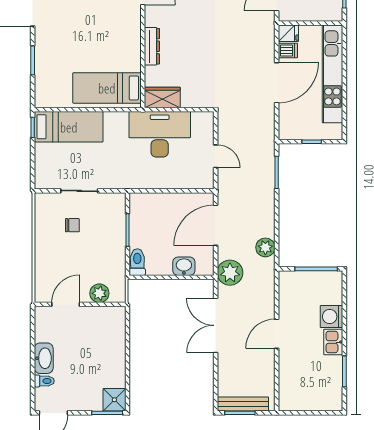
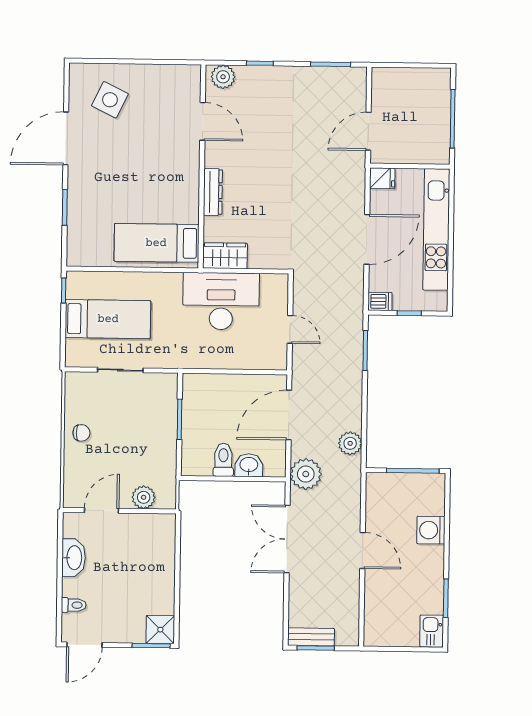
dishwasher: (288, 51) -> (380, 301), moved
bed: (69, 127) -> (108, 319), moved
chair: (72, 225) -> (81, 433), moved
toilet: (137, 262) -> (223, 460), moved
door: (277, 334) -> (362, 550), swing flipped
kitchen sink: (333, 342) -> (432, 631), moved
washbasin: (44, 358) -> (74, 558), moved
bench: (243, 404) -> (311, 637), width x0.73

